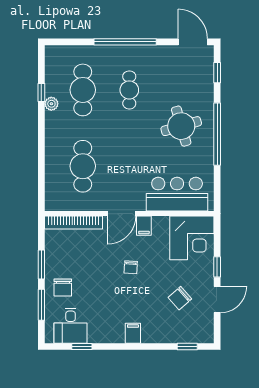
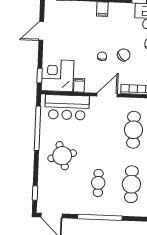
window: (217, 134) -> (37, 128), moved
filing cabinet: (144, 226) -> (79, 85), moved
window: (217, 267) -> (40, 76), moved
chair: (180, 298) -> (124, 55), moved

